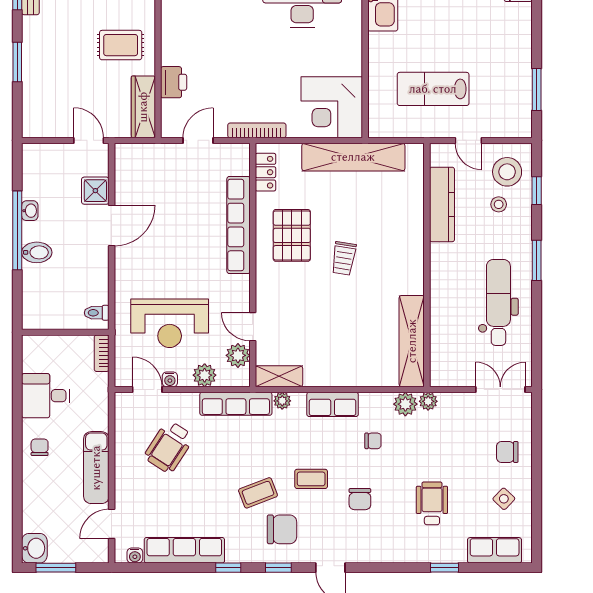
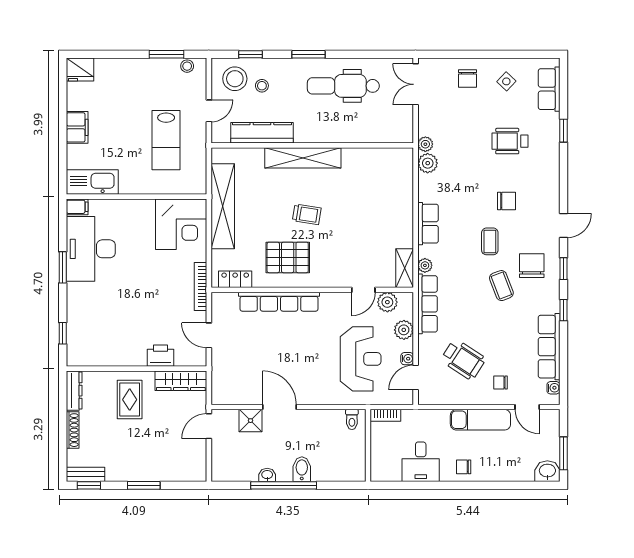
stool: (522, 114) -> (187, 66), added
shelving: (412, 341) -> (303, 158), moved
chair: (373, 441) -> (501, 382), moved, turned -90

